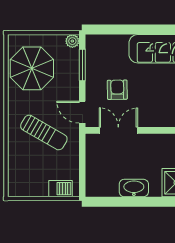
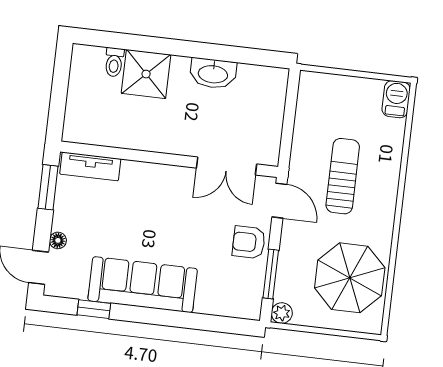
armchair: (117, 90) -> (249, 242), moved, turned 91
sun lounger: (44, 132) -> (343, 176), turned 60
barbecue: (60, 189) -> (396, 99), moved, turned 90

